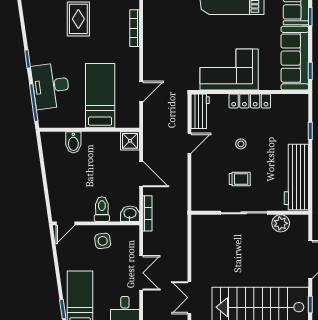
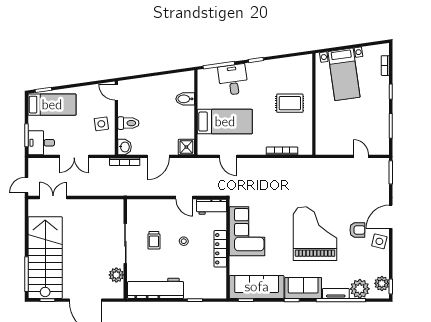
desk: (51, 86) -> (233, 80), width x0.73

